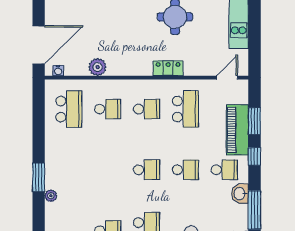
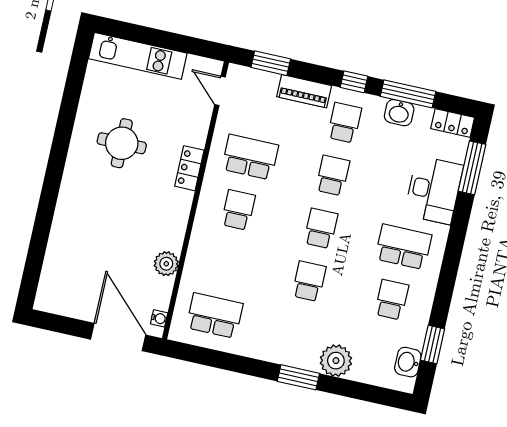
school desk: (108, 109) -> (309, 281), moved
window: (254, 121) -> (271, 63), moved
piano: (237, 130) -> (304, 91), width x0.73, depth x0.75
window: (254, 156) -> (354, 82), moved
washbasin: (240, 194) -> (399, 113), moved
plant: (51, 196) -> (336, 361), width x1.88, depth x1.88

